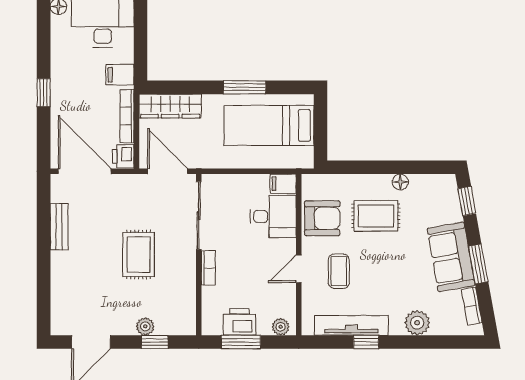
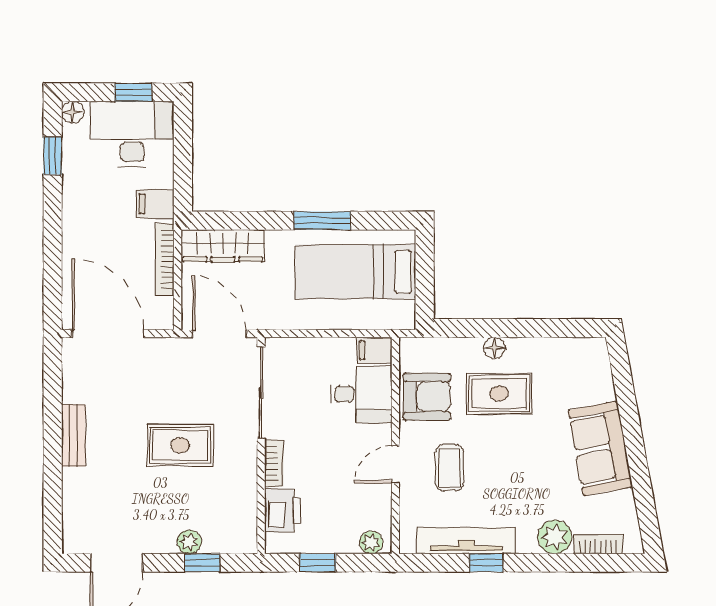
window: (44, 93) -> (53, 156), moved
printer: (123, 156) -> (160, 313), removed
floor lamp: (400, 182) -> (494, 348), moved
window: (467, 201) -> (621, 373), removed
bench: (59, 227) -> (74, 435), moved
rug: (139, 255) -> (180, 445), turned 90
window: (478, 264) -> (637, 458), removed
bookcase: (472, 306) -> (598, 544), moved, turned 100
printer: (240, 322) -> (283, 511), moved, turned 90
window: (241, 342) -> (318, 563), width x0.67

